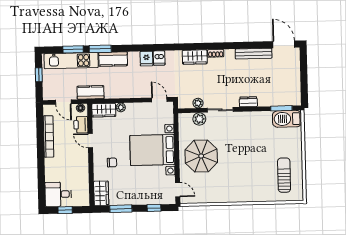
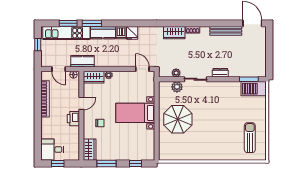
dishwasher: (159, 58) -> (121, 33), moved
printer: (81, 125) -> (73, 119), moved
door: (90, 141) -> (81, 103), swing flipped
bed with nightstands: (152, 150) -> (135, 113), width x0.73
door: (178, 190) -> (157, 148), removed

